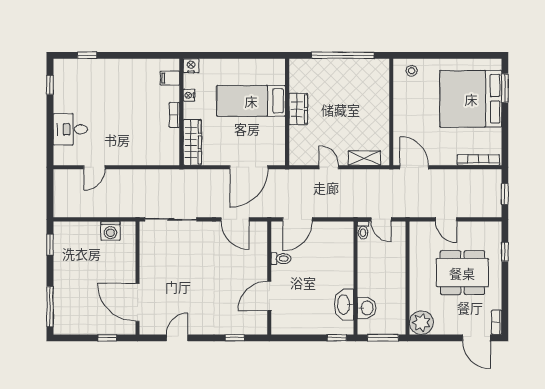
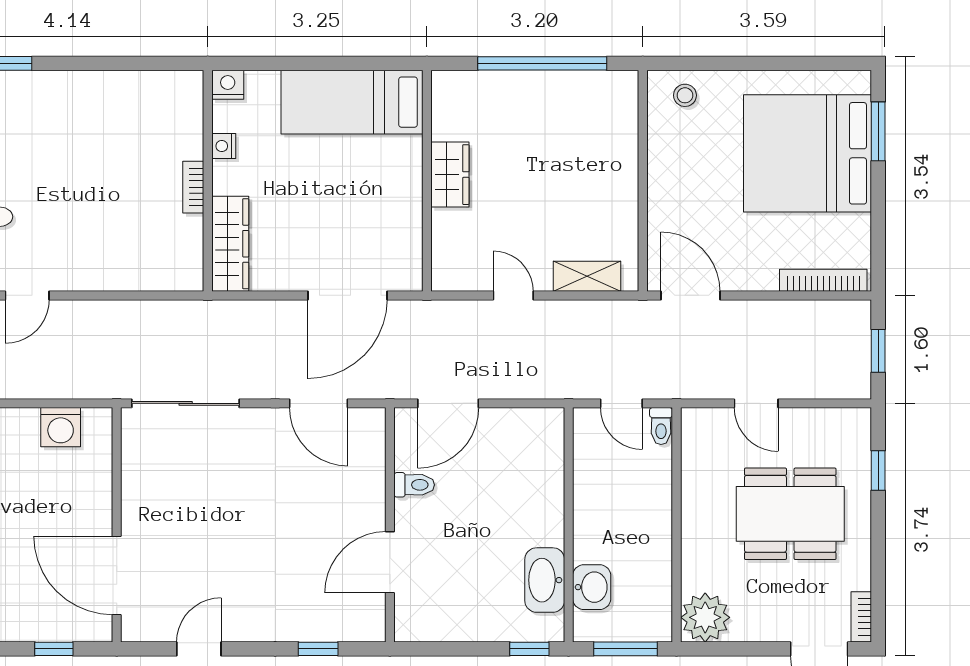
filing cabinet: (170, 78) -> (184, 111), removed
bed: (251, 101) -> (352, 102), moved
toilet: (363, 230) -> (661, 426), moved

